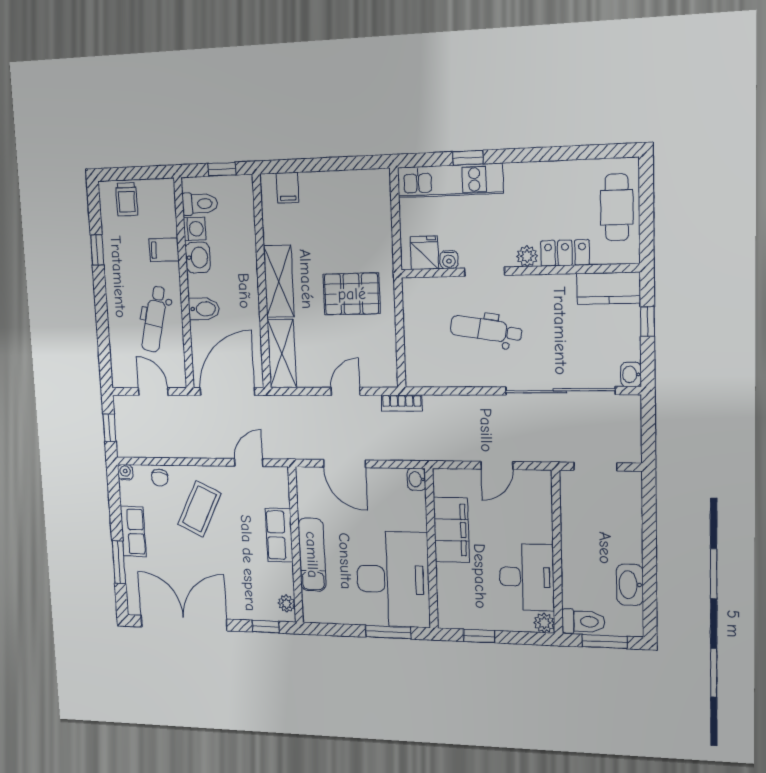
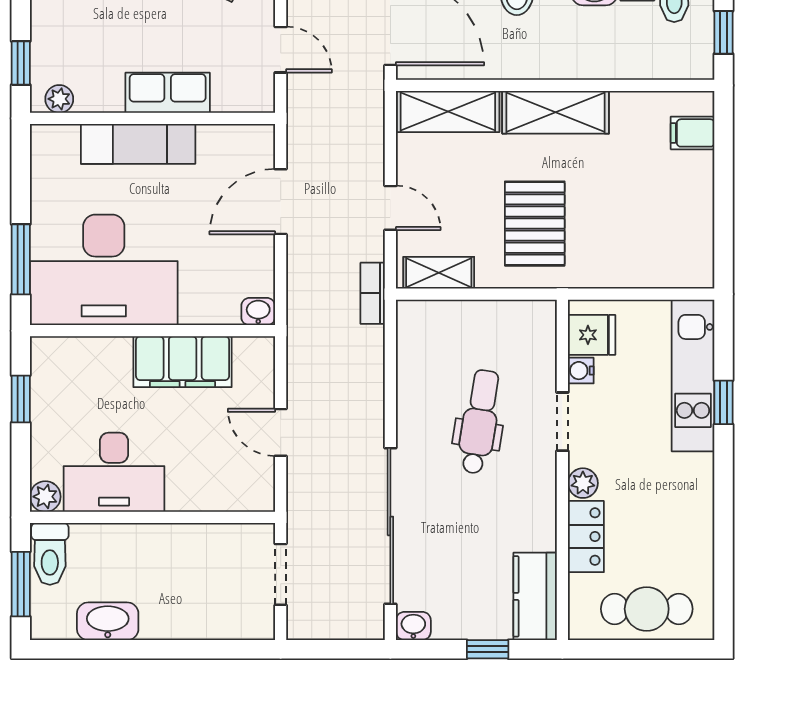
shelving: (386, 359) -> (439, 273), added

